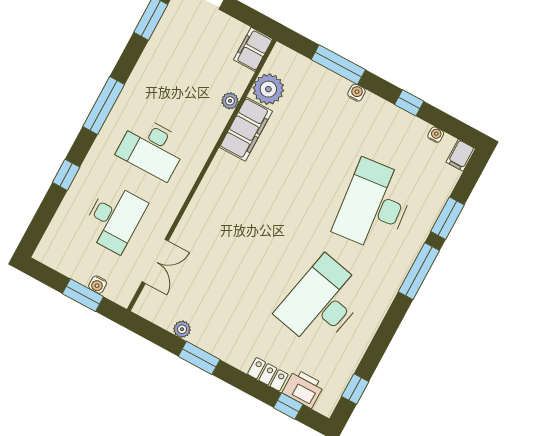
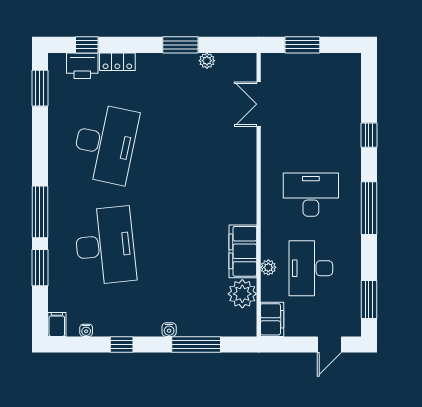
desk: (114, 218) -> (311, 268), moved
water cooler: (98, 285) -> (295, 60), removed
window: (355, 389) -> (40, 88), width x1.50

